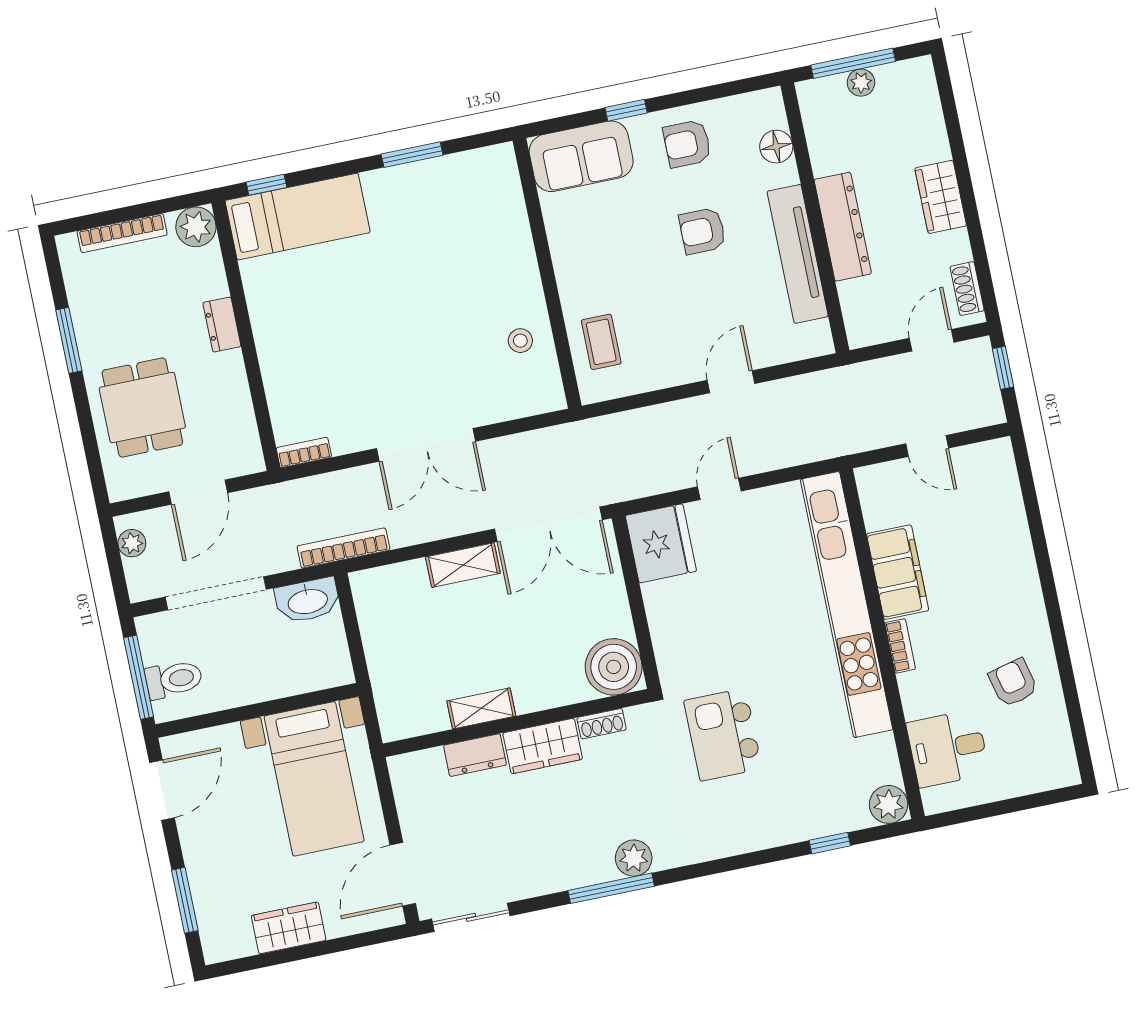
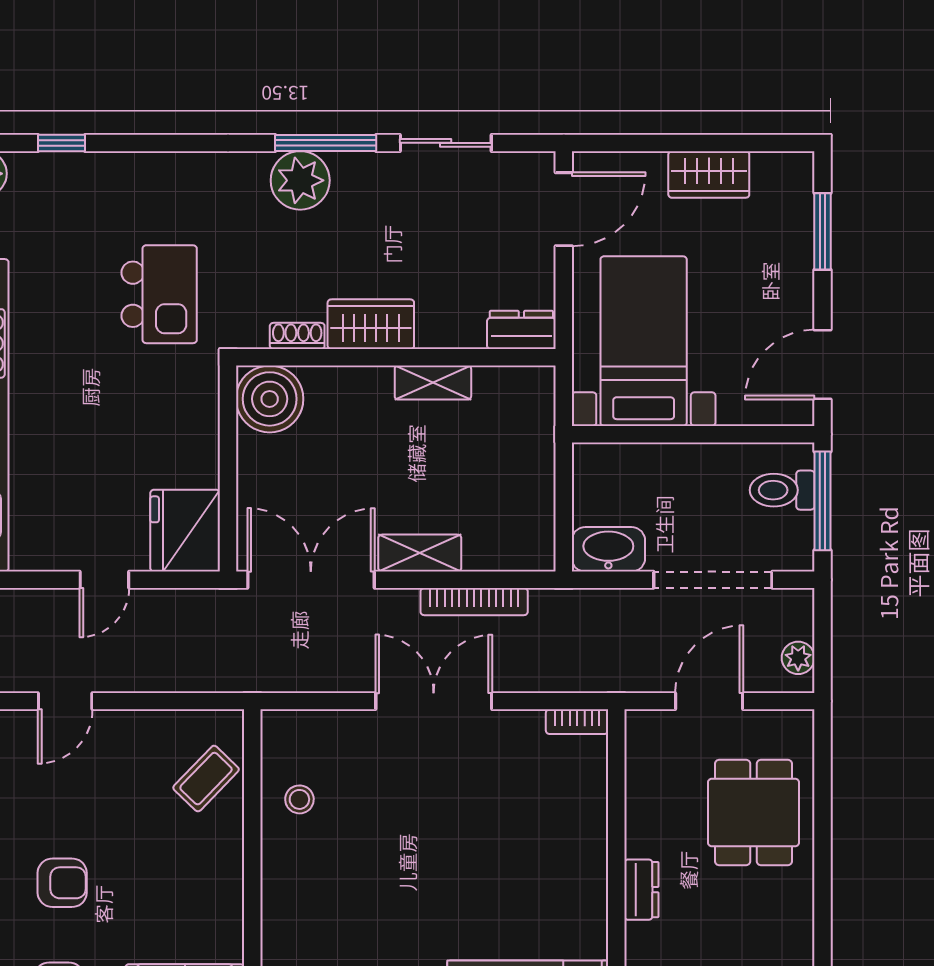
window: (69, 340) -> (823, 908), removed
coffee table: (601, 342) -> (206, 779), turned 44
bookcase: (343, 548) -> (474, 602), moved
dresser: (475, 755) -> (521, 330), moved
plant: (634, 858) -> (300, 180), width x1.36, depth x1.36
sliding door: (471, 917) -> (446, 143), moved

